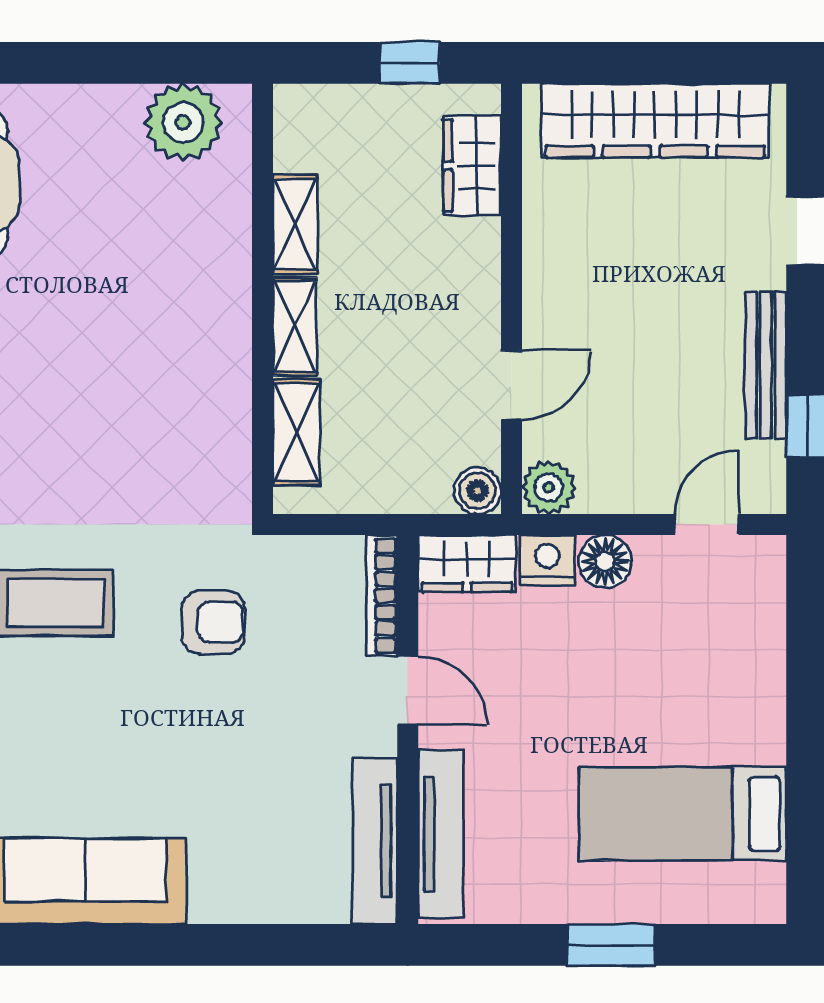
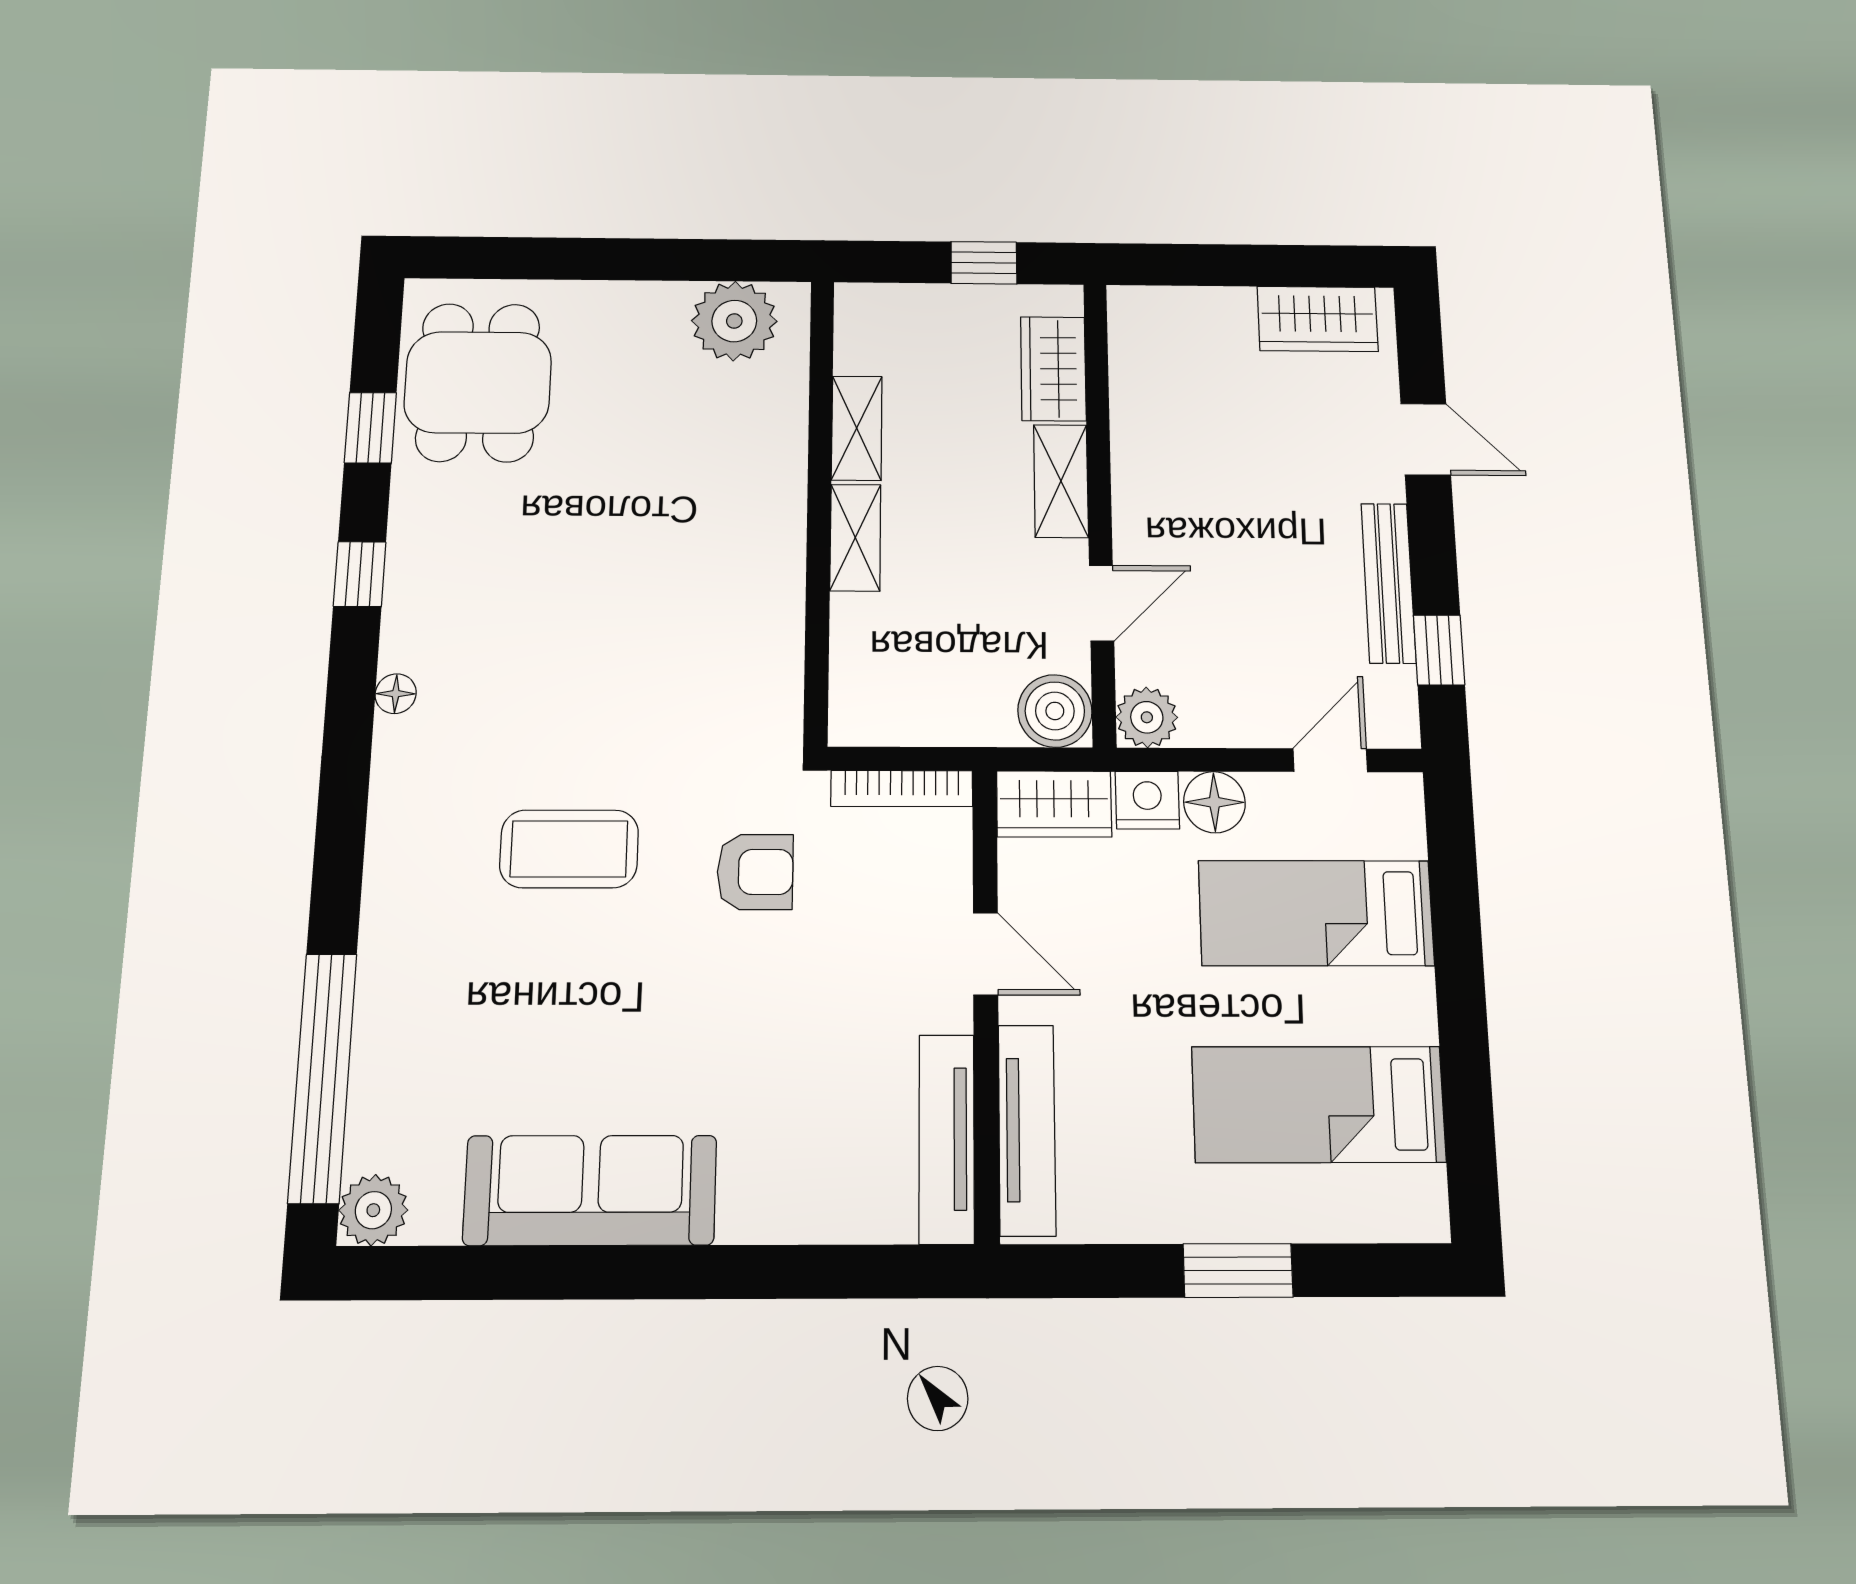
wardrobe: (655, 120) -> (1318, 319), width x0.48, depth x0.85
shelving: (297, 432) -> (1061, 481), moved
boiler: (478, 491) -> (1055, 711), width x1.36, depth x1.36
bookcase: (382, 596) -> (902, 789), moved, turned -90
bed: (688, 656) -> (1316, 913), added

